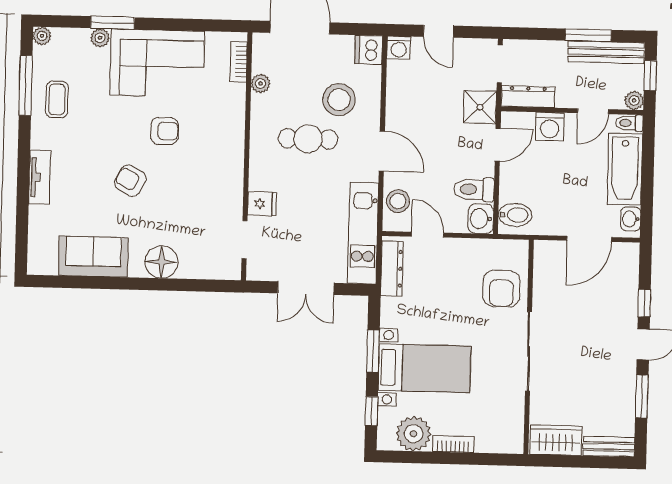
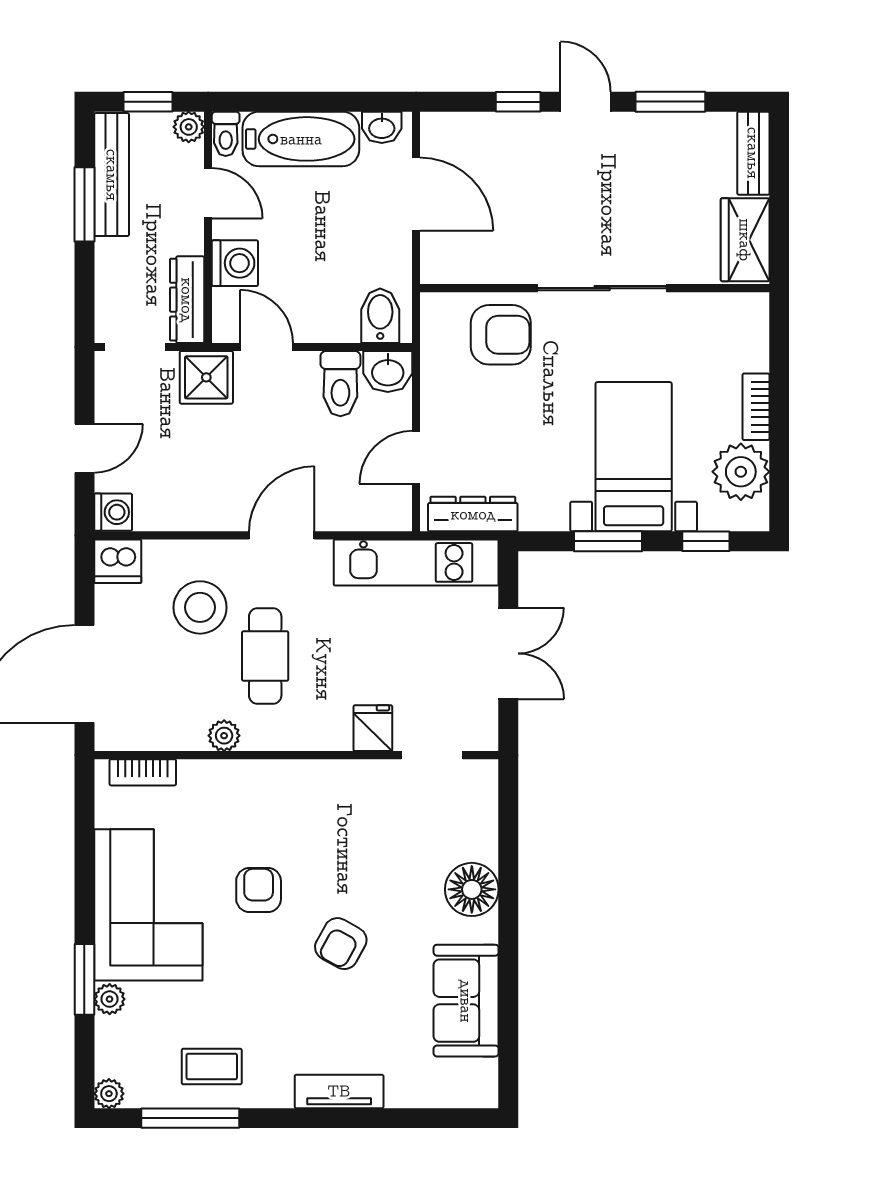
plant: (261, 83) -> (224, 736), moved
stool: (398, 201) -> (363, 507), removed

